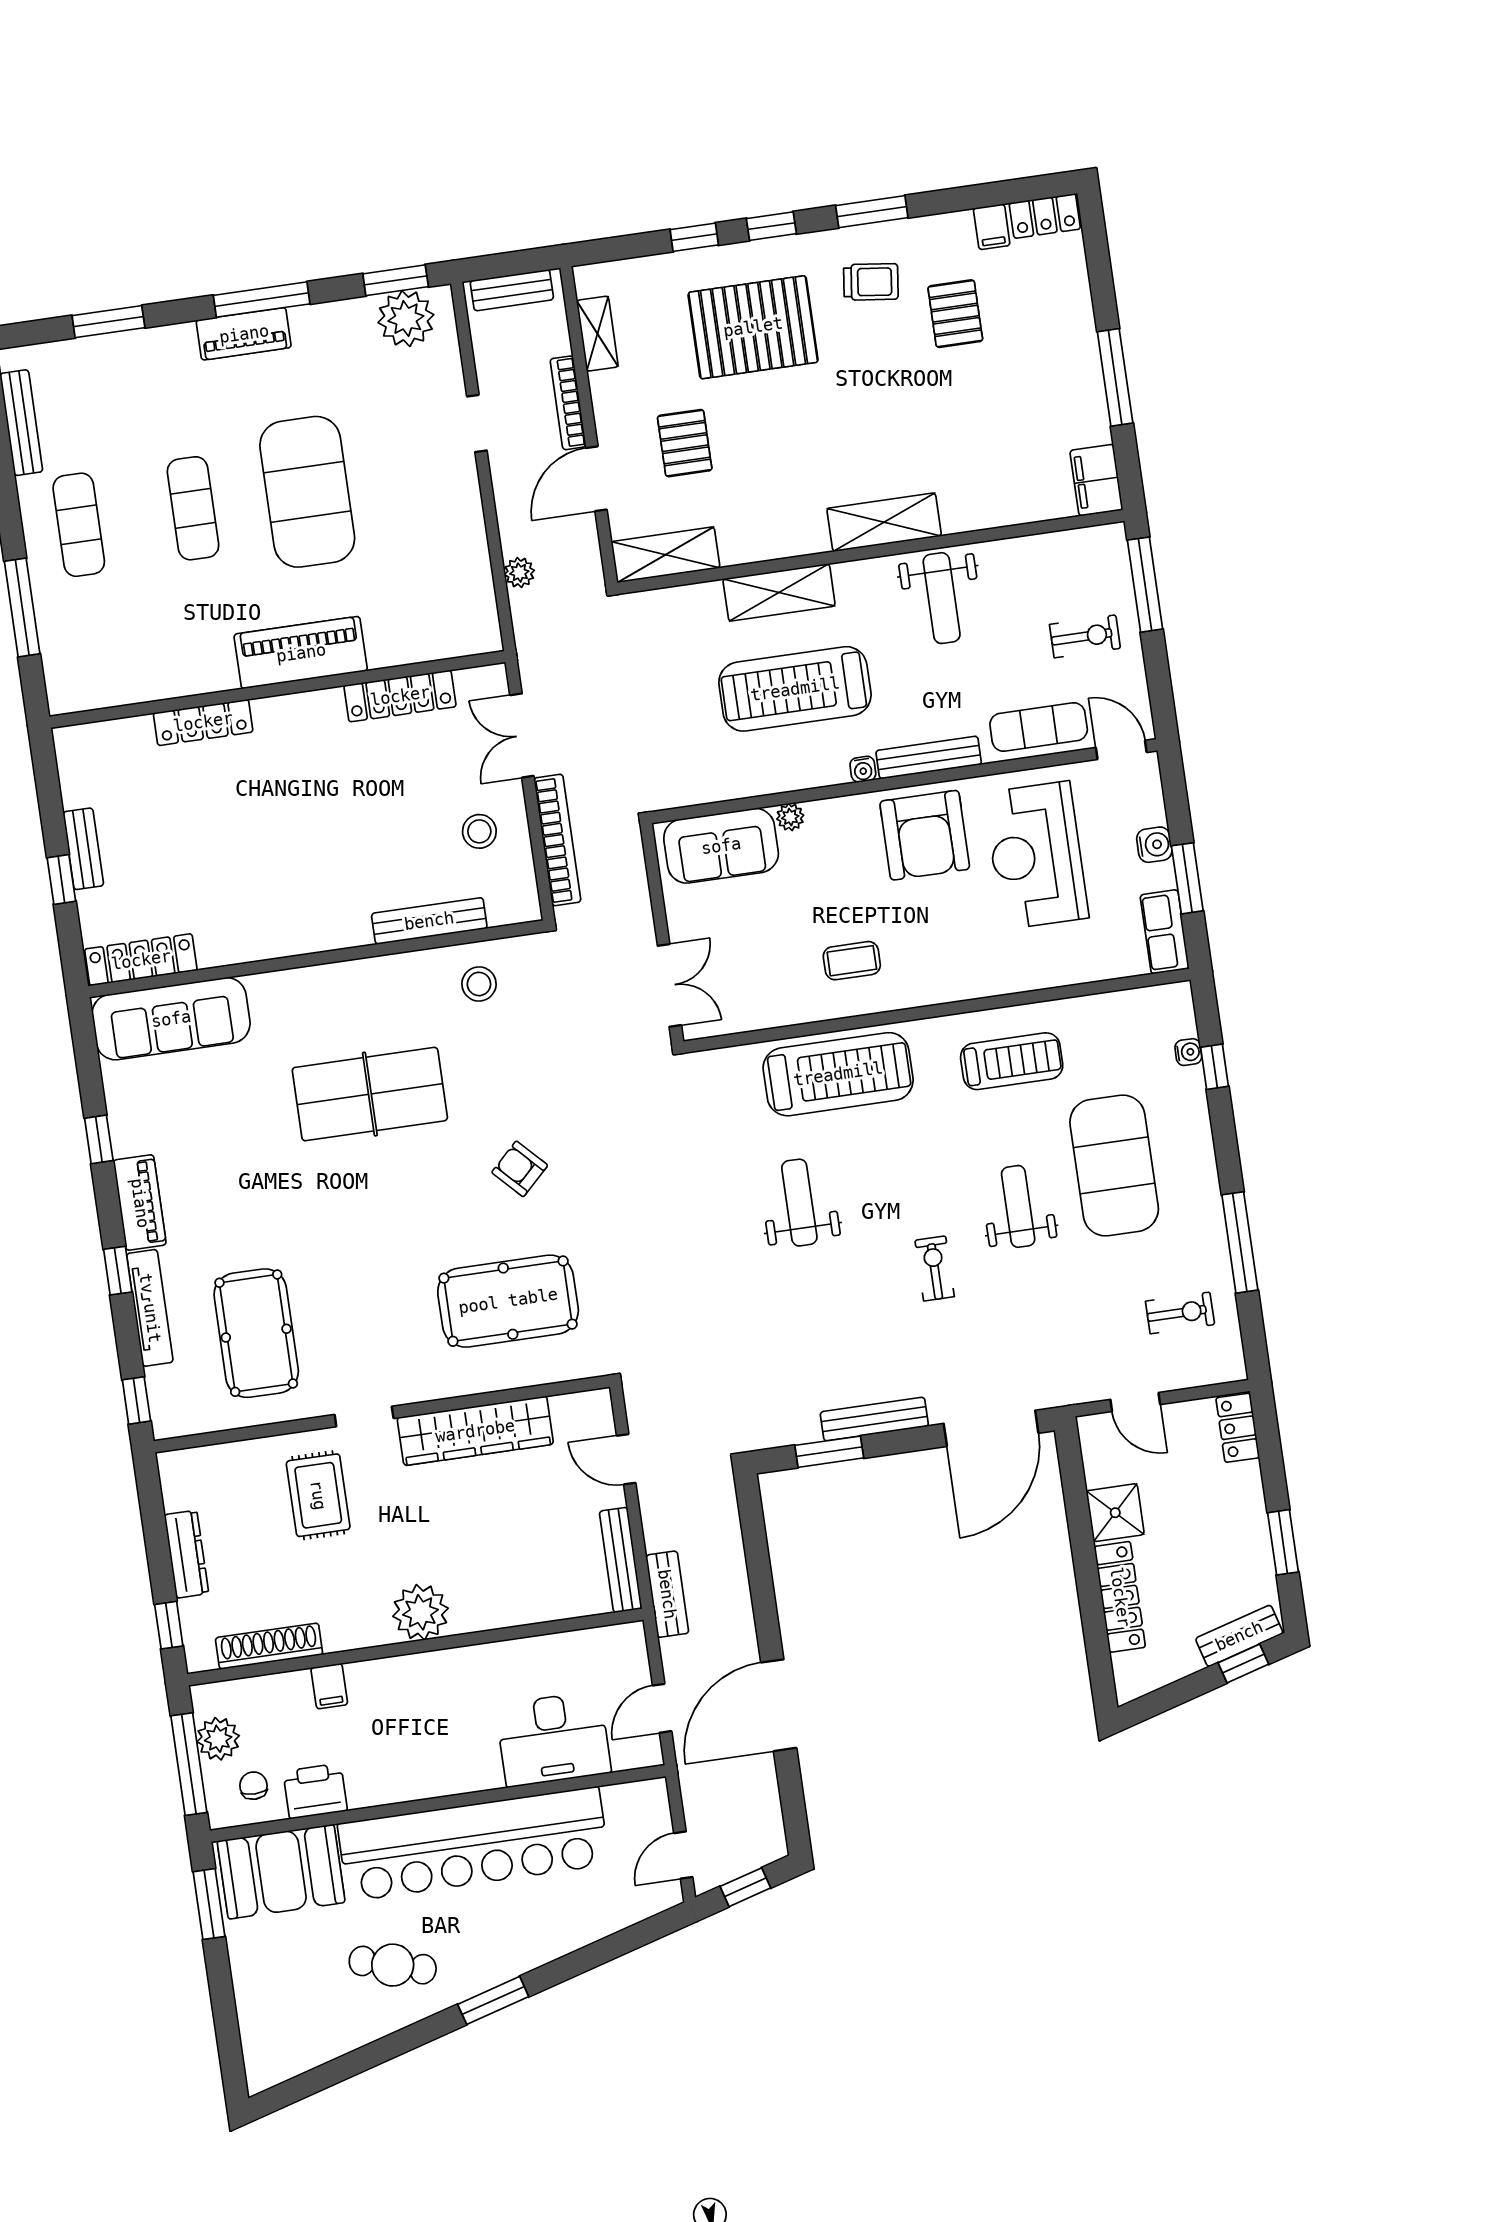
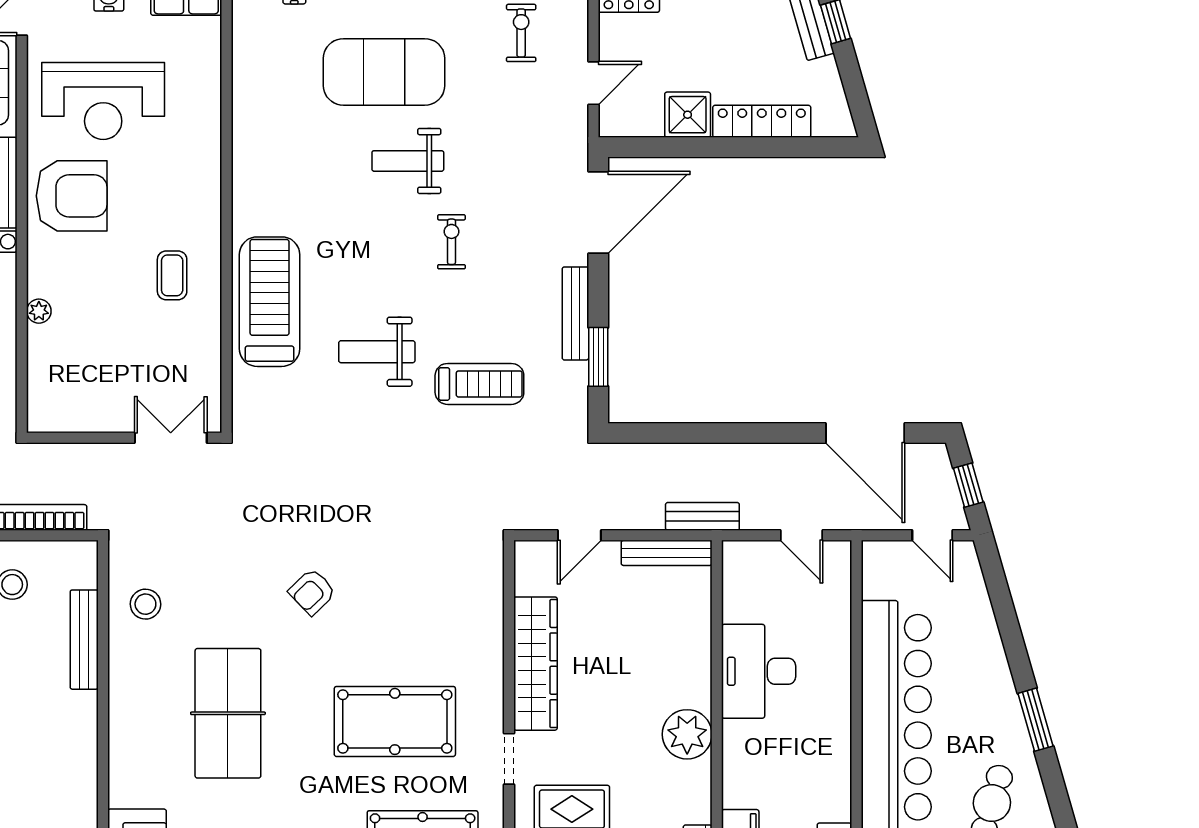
sofa: (721, 846) -> (55, 375), removed
treadmill: (1012, 1061) -> (479, 384), moved, turned 90
exercise bike: (935, 1268) -> (451, 242), turned 90
pool table: (508, 1301) -> (395, 721), moved, turned 90
door: (991, 1428) -> (598, 213), hinge flipped
door: (779, 1705) -> (865, 433), moved
desk: (553, 1739) -> (759, 671), moved, turned 180

